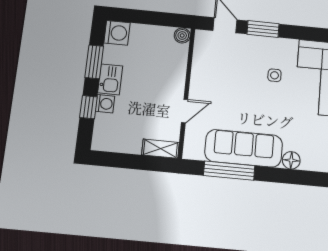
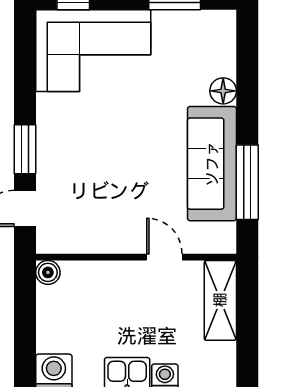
side table: (274, 75) -> (96, 126), removed
shelving: (160, 149) -> (220, 300), width x1.50, depth x1.33

